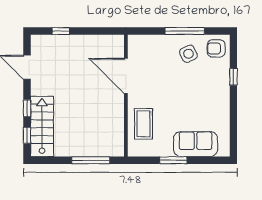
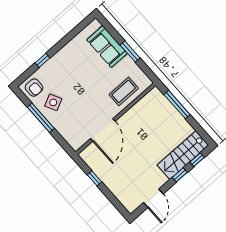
window: (61, 31) -> (94, 178), moved

